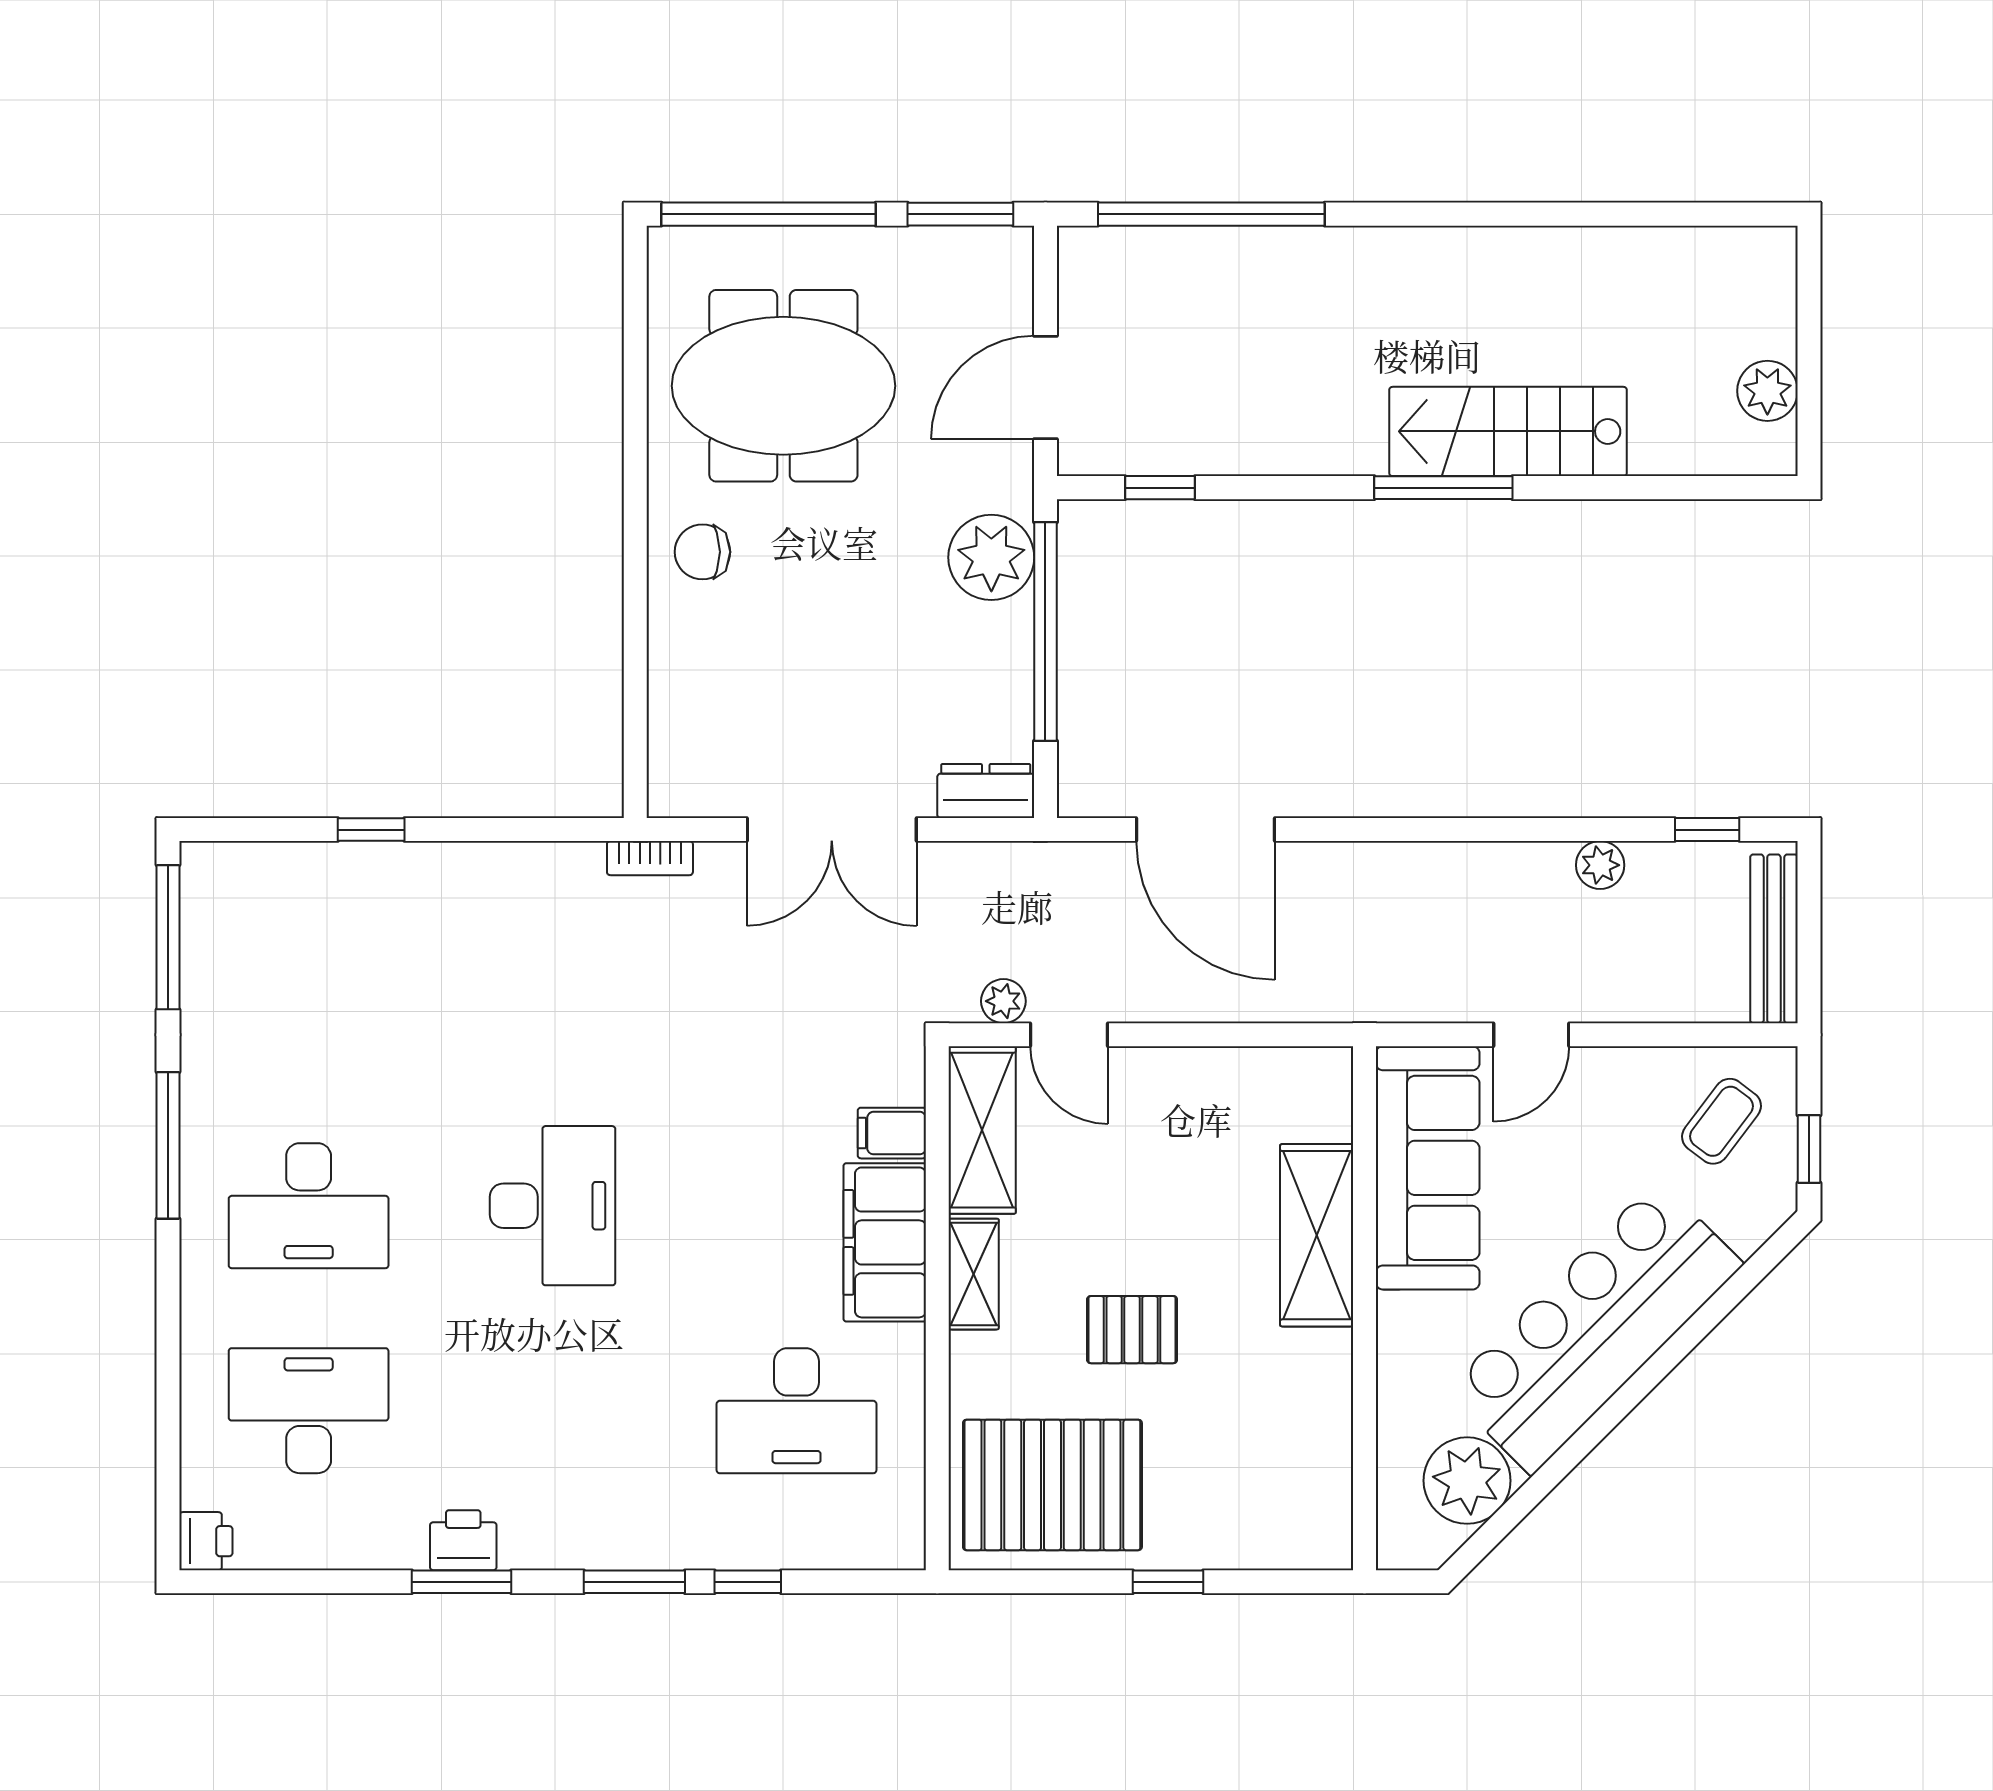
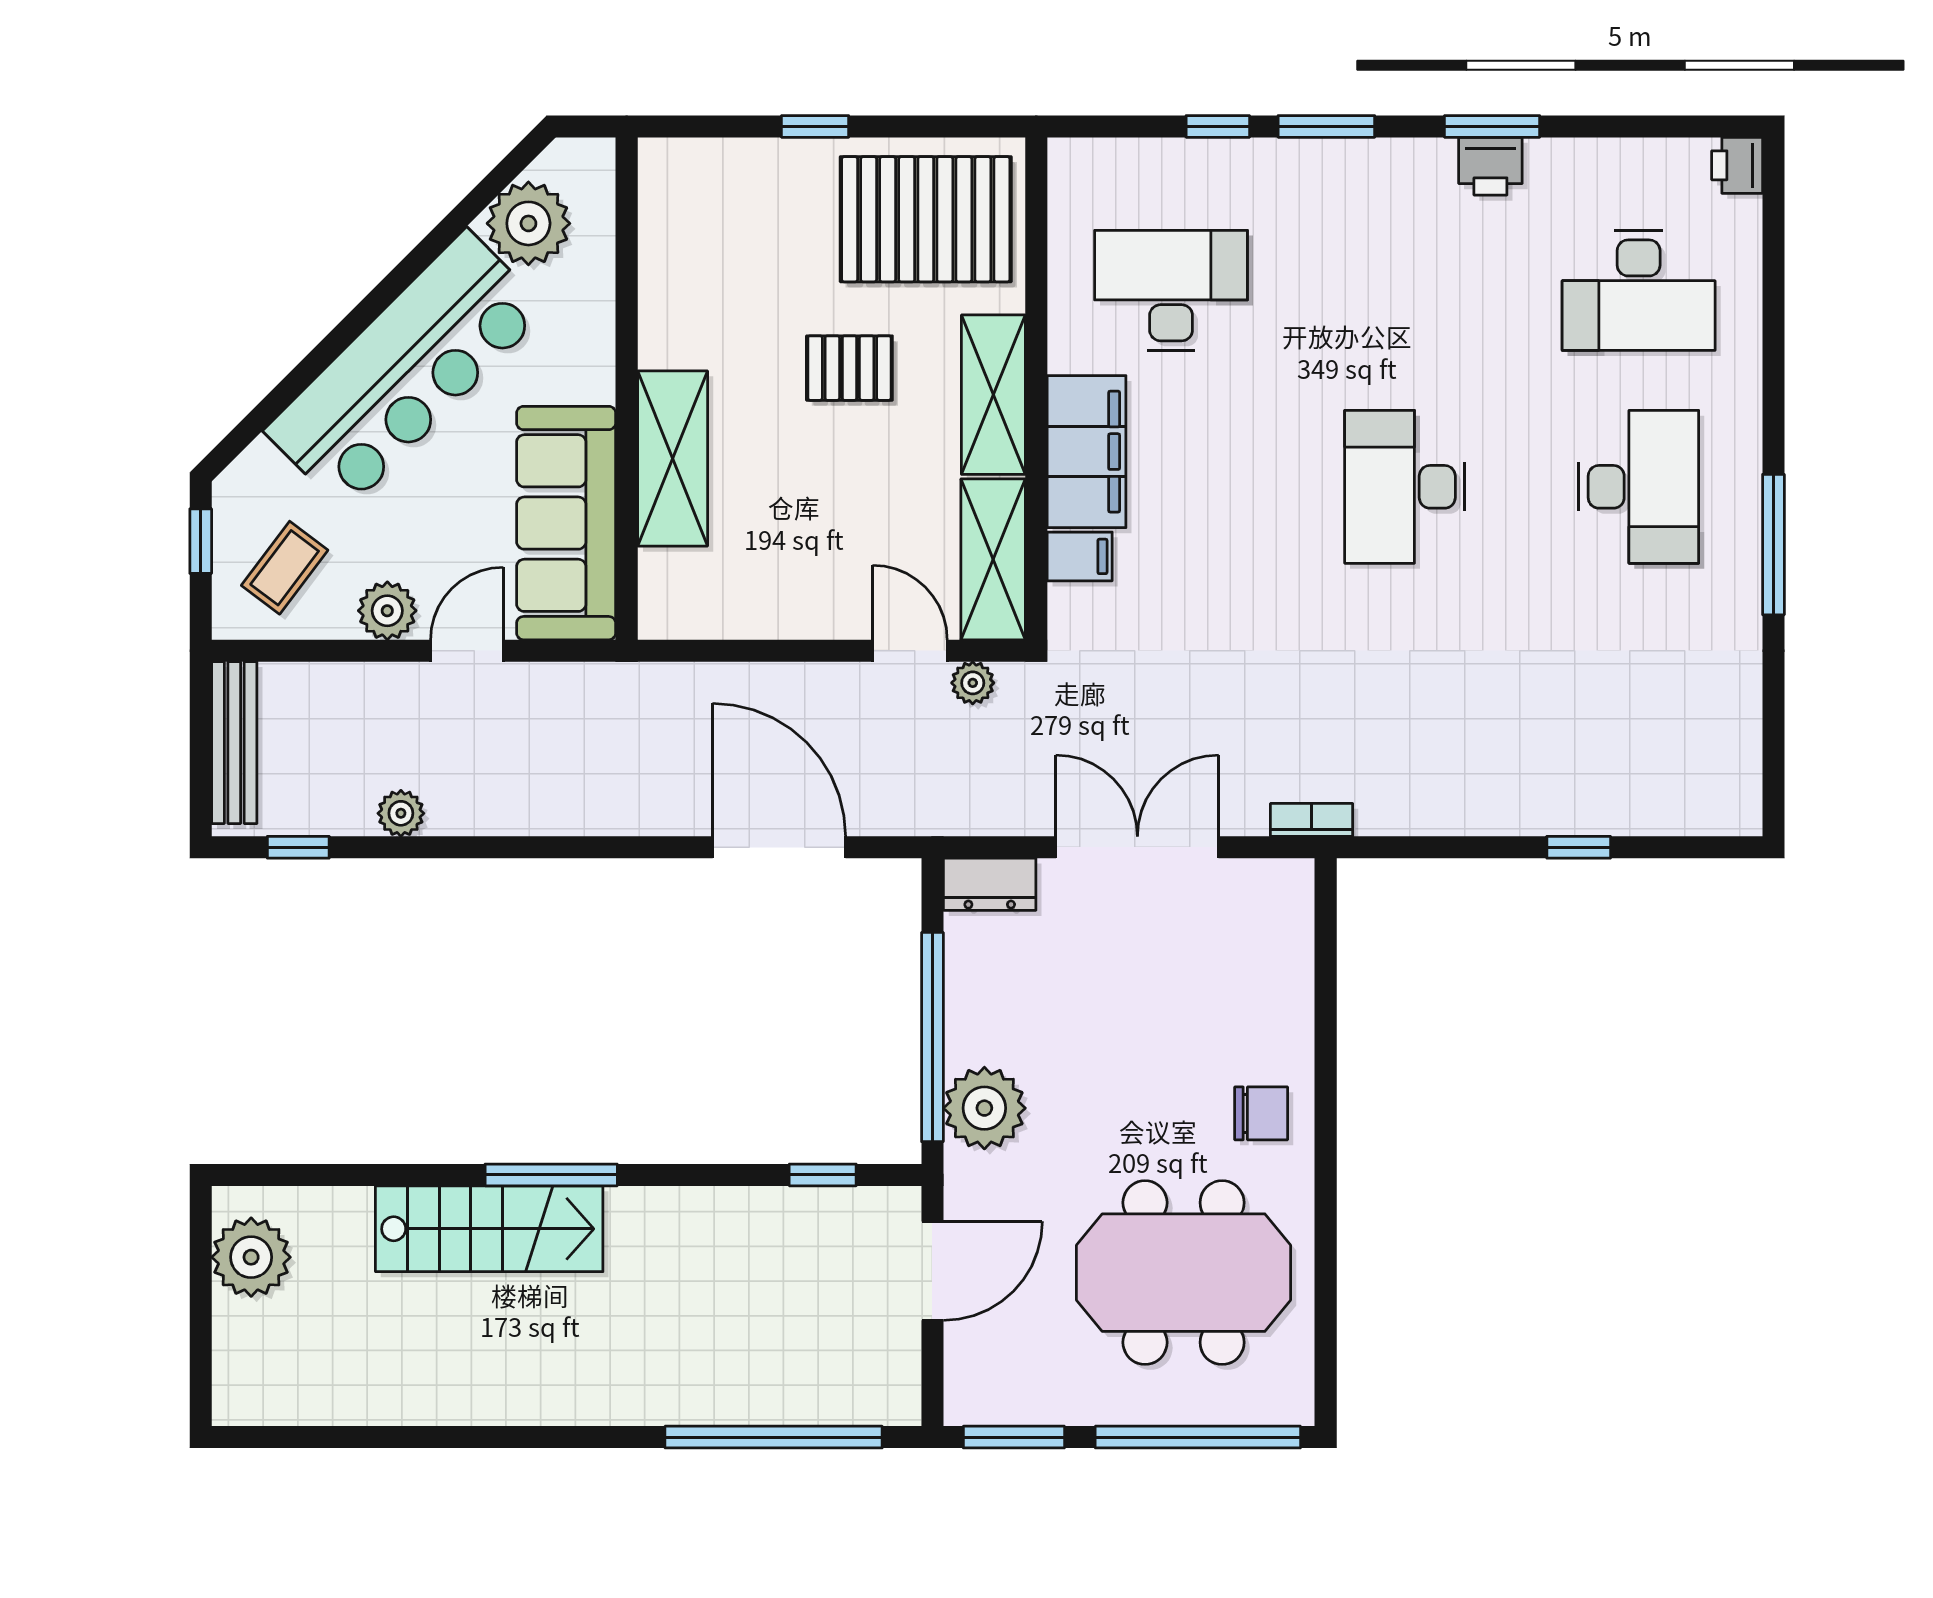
plant: (1767, 391) -> (251, 1257), width x1.36, depth x1.36
window: (168, 937) -> (1773, 744), removed
plant: (1614, 1076) -> (387, 611), added
desk: (309, 1206) -> (1639, 487), turned 90
shelving: (974, 1274) -> (993, 395), width x1.50, depth x1.33

